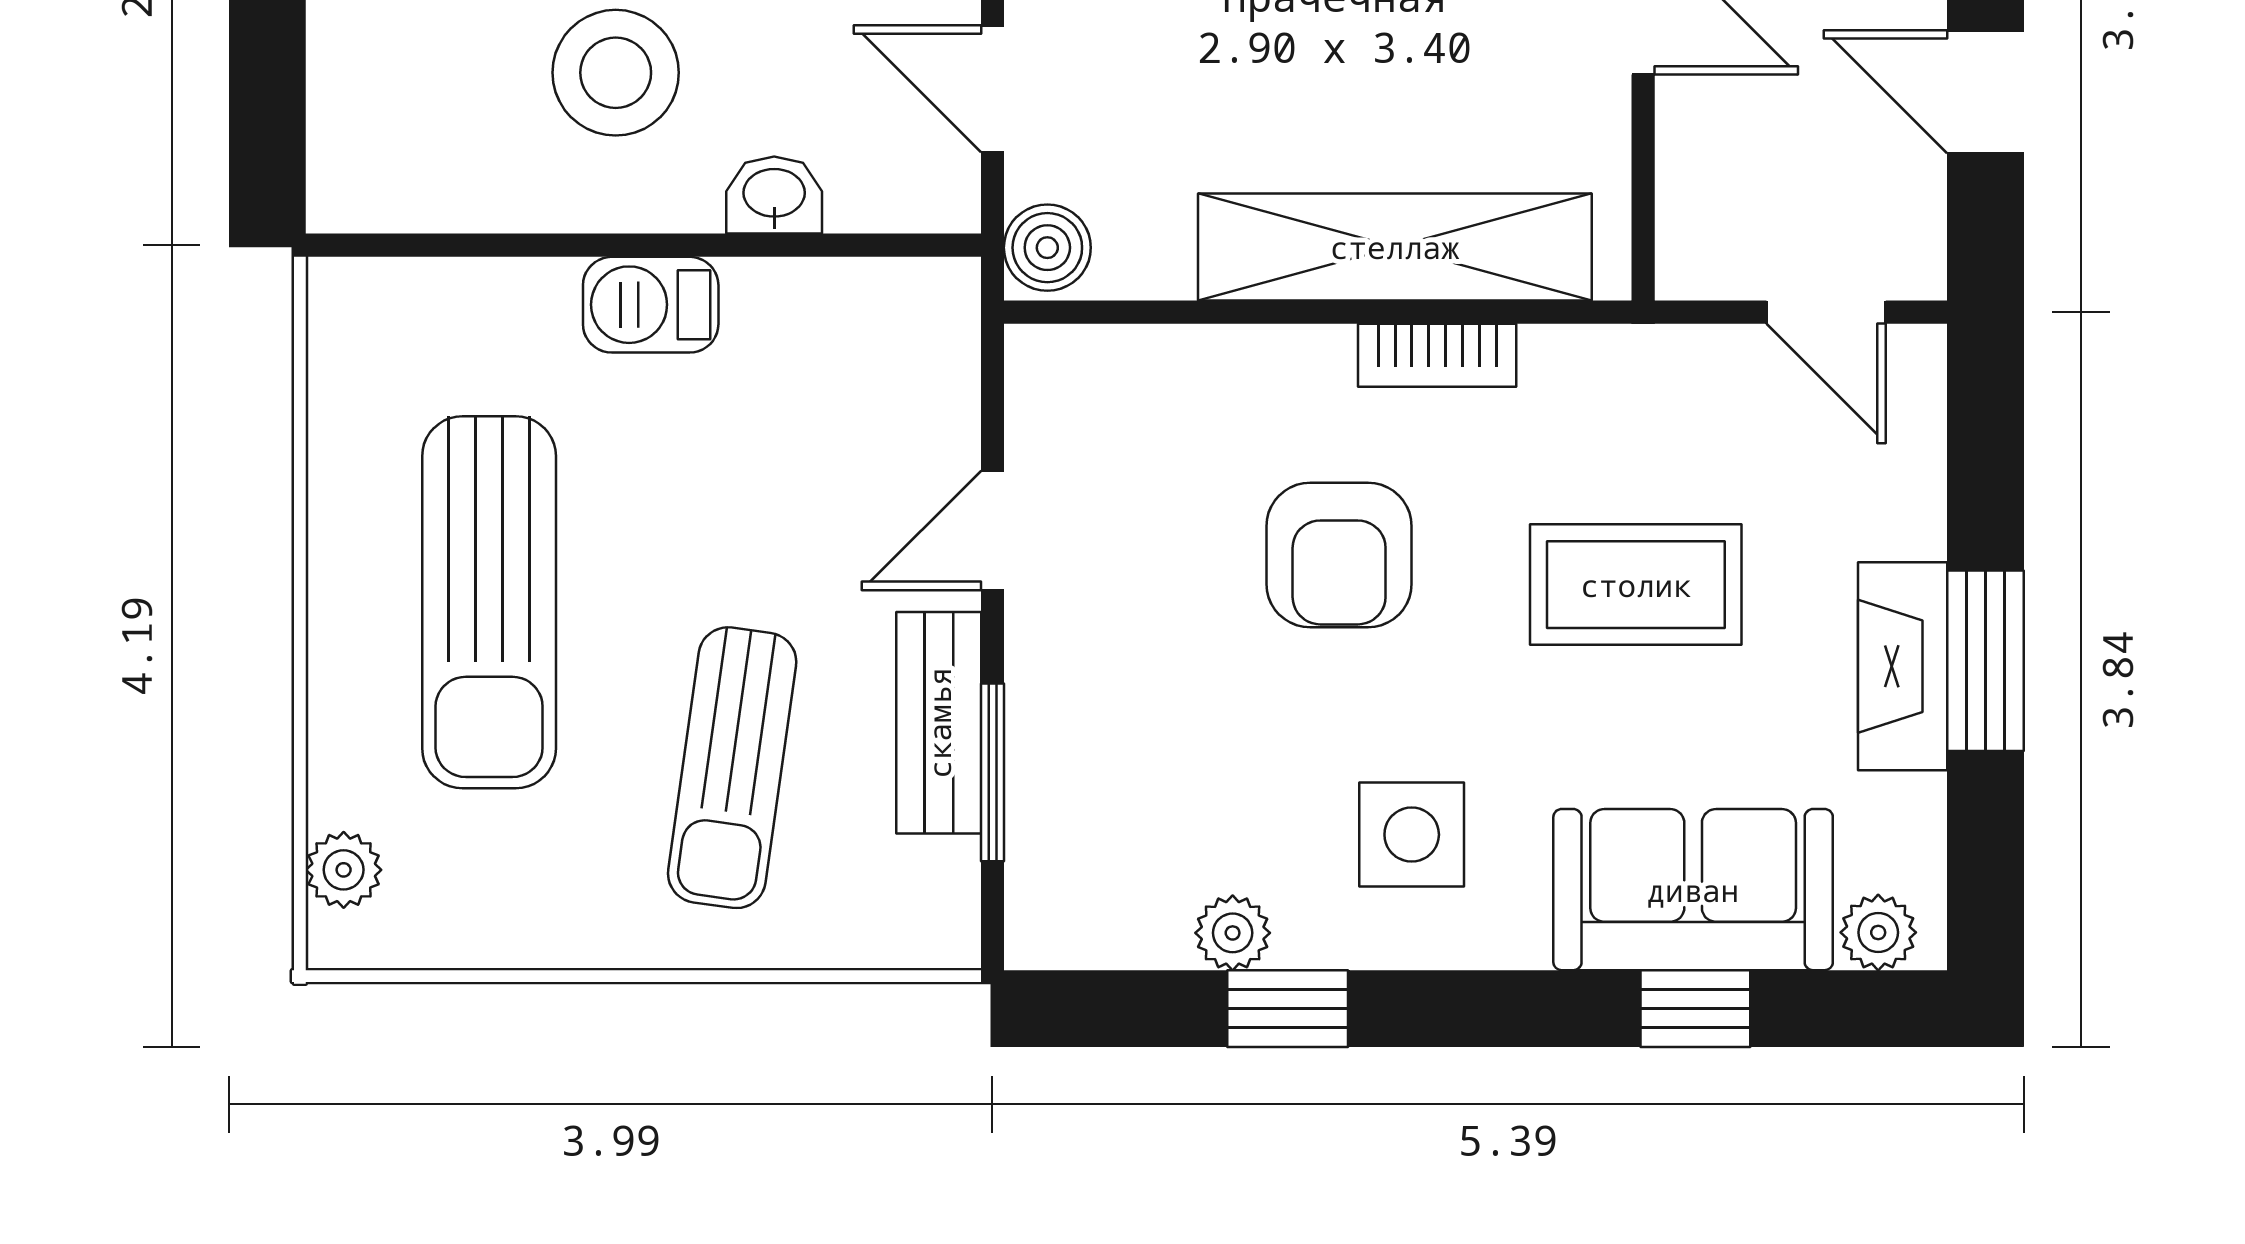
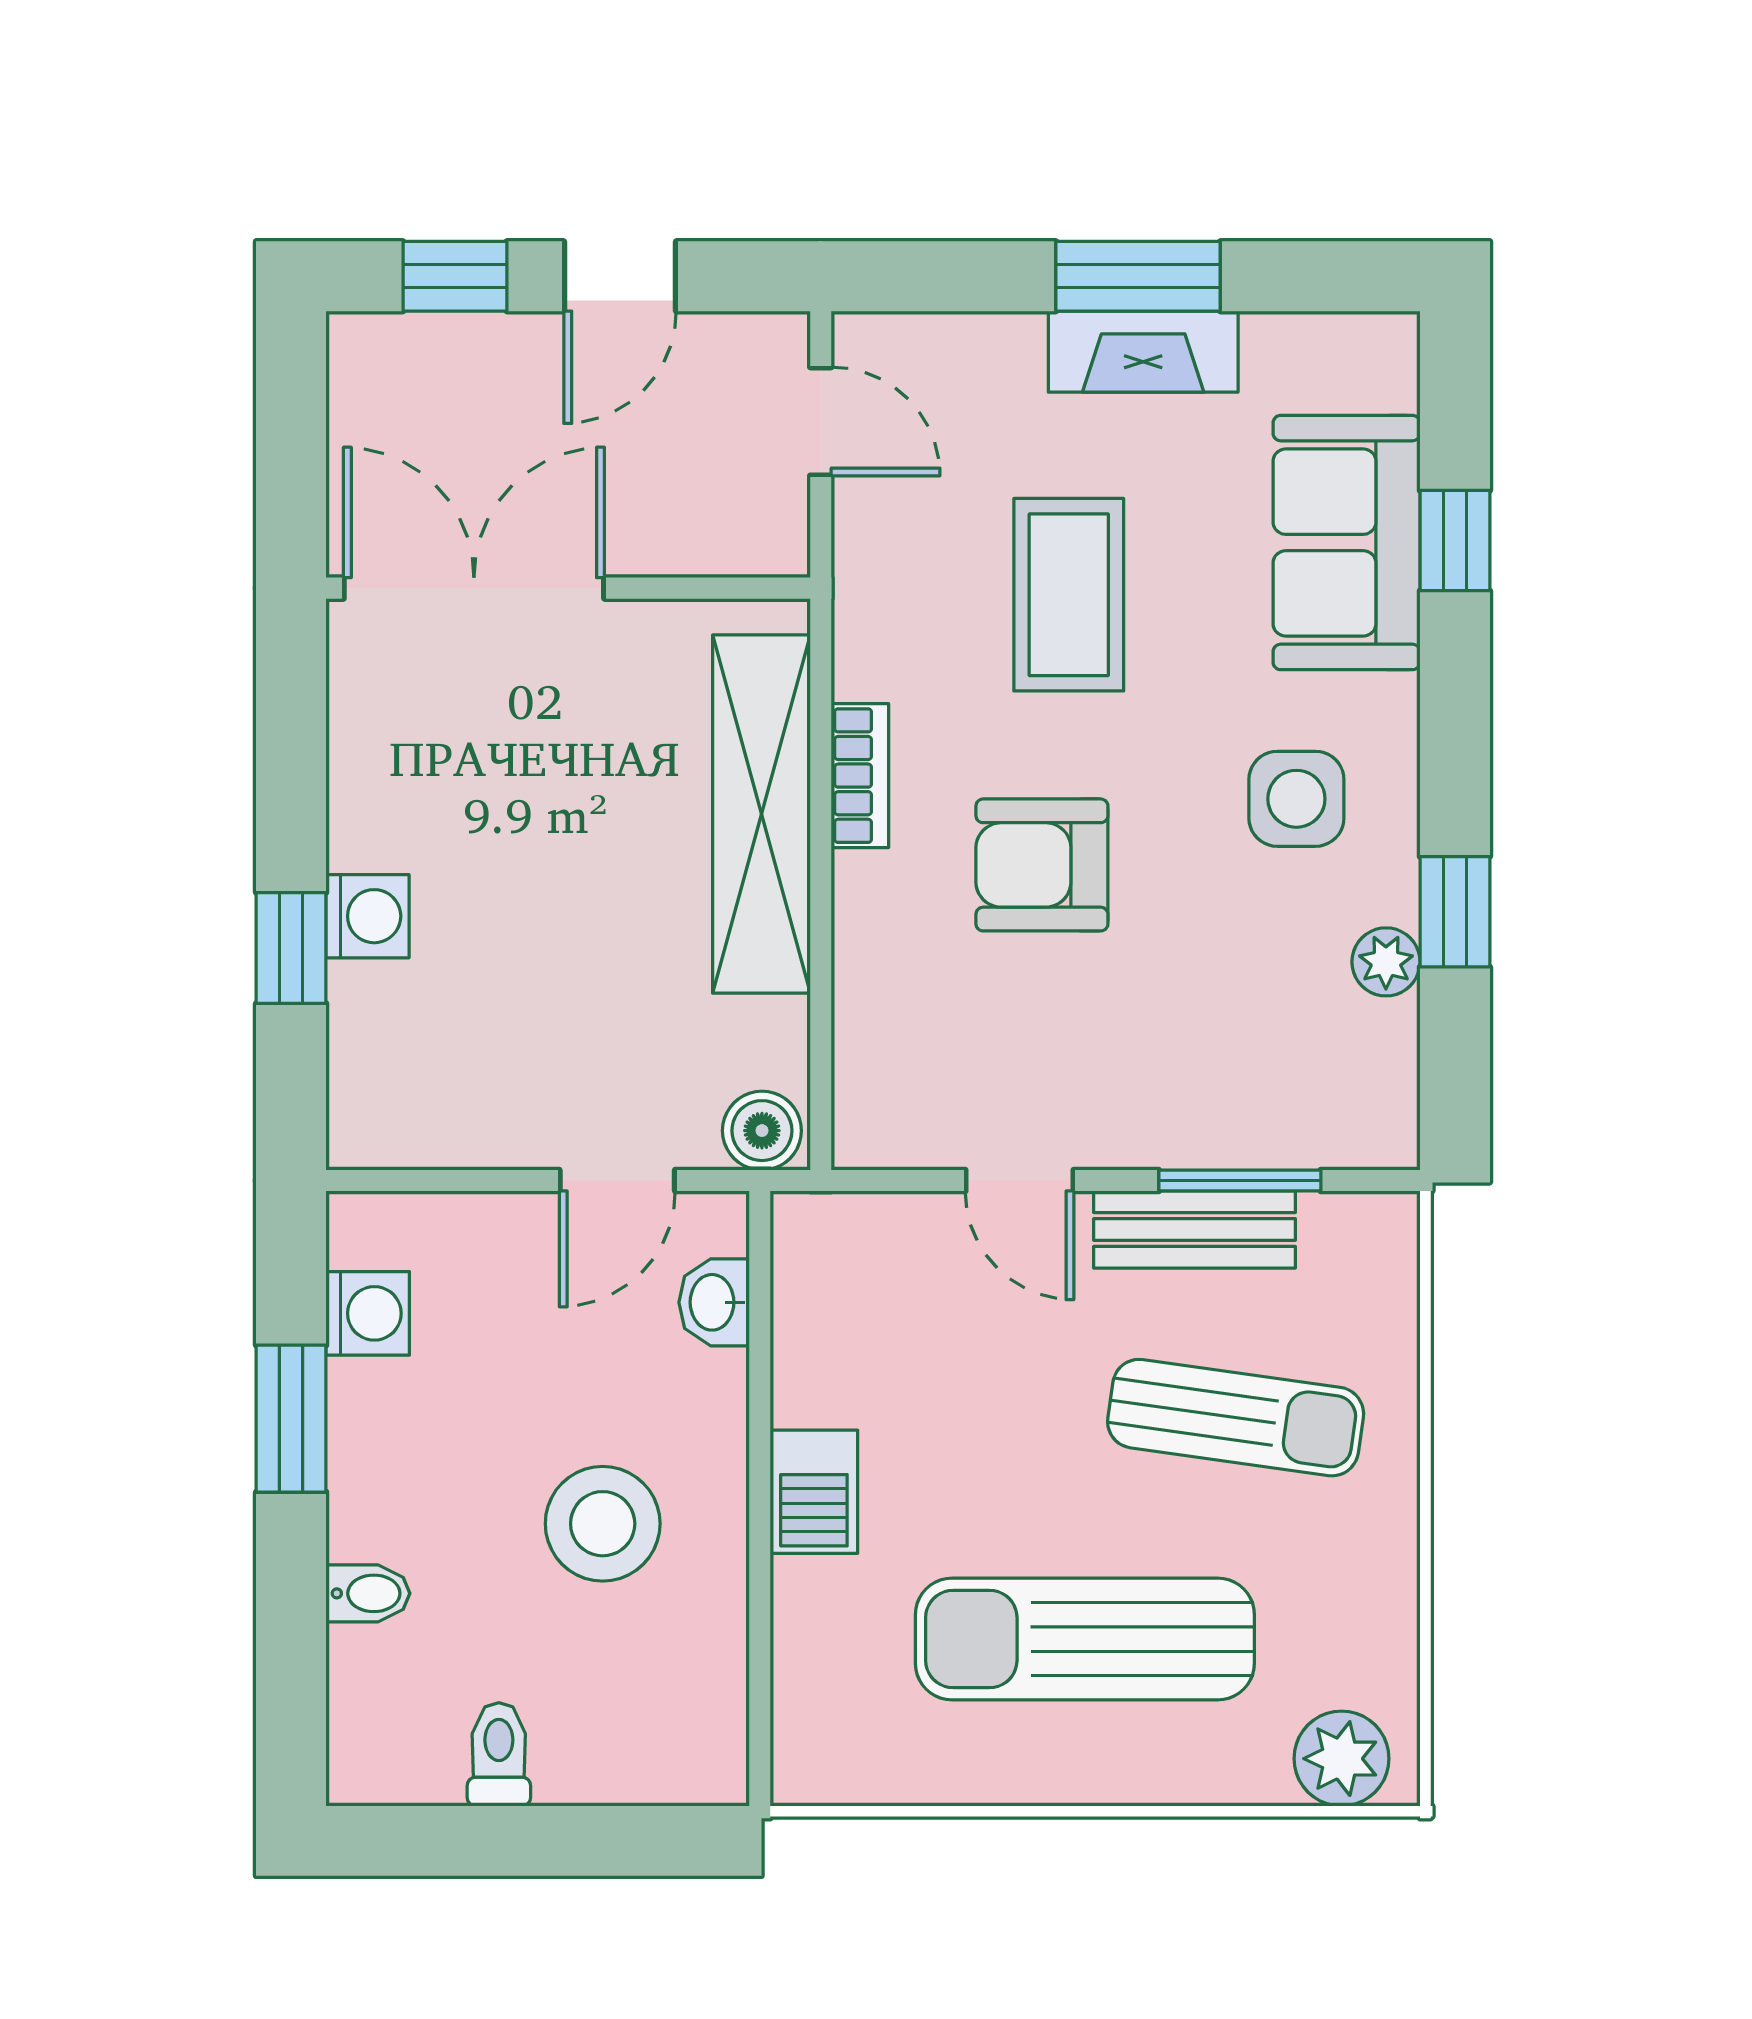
washbasin: (774, 195) -> (714, 1302), moved
door: (1826, 312) -> (821, 421), hinge flipped
armchair: (1339, 555) -> (1042, 865), turned 180
sun lounger: (489, 602) -> (1085, 1639), turned 180
plant: (344, 870) -> (1342, 1759), width x1.38, depth x1.38
plant: (1878, 932) -> (1386, 374), removed

